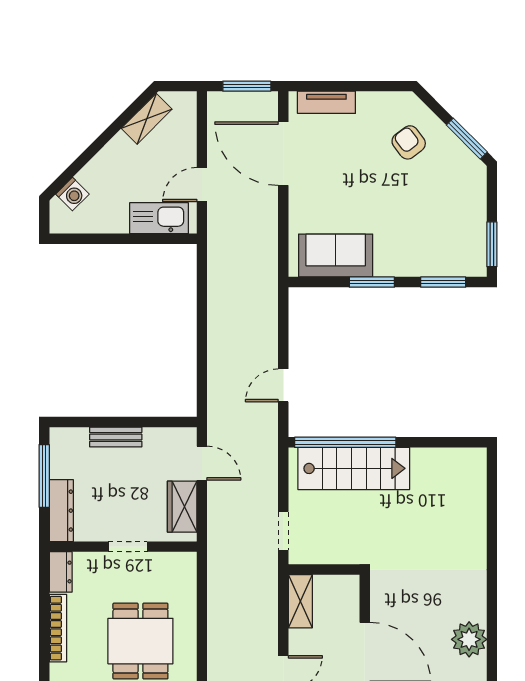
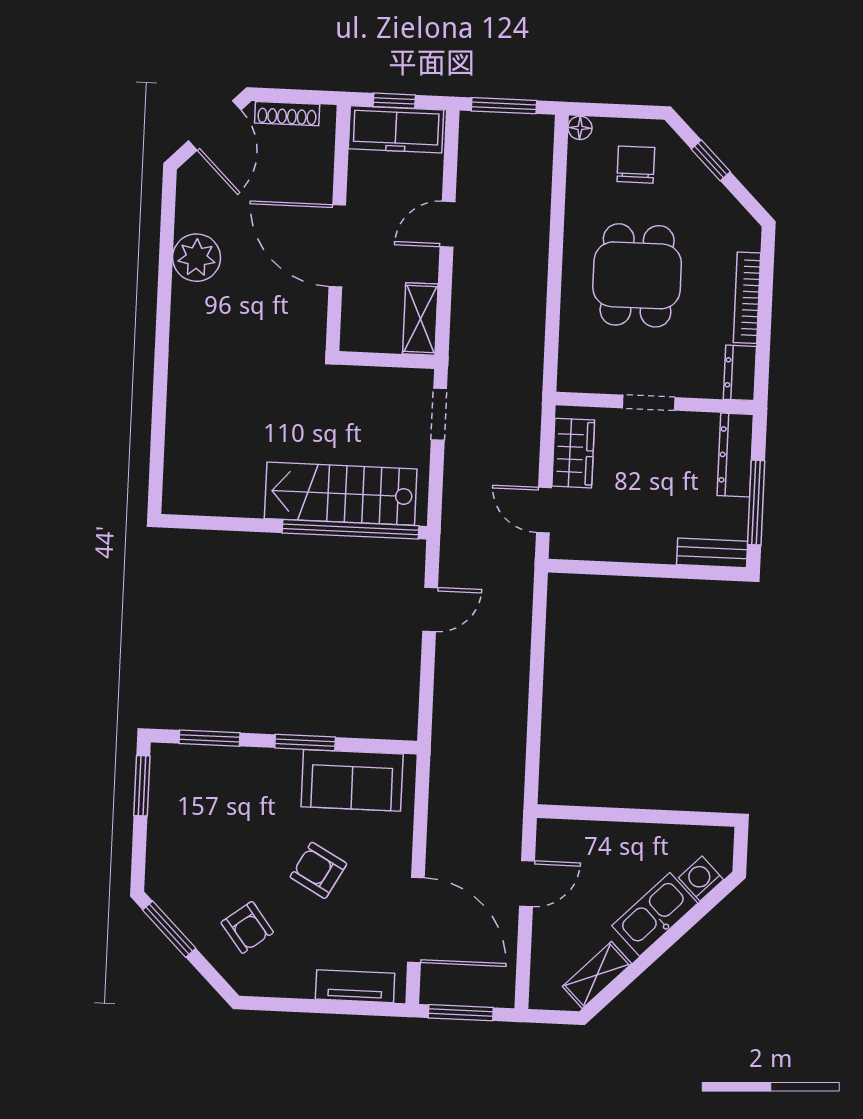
armchair: (358, 187) -> (318, 870), added
kitchen sink: (159, 218) -> (655, 914), moved, turned 135
bench: (116, 437) -> (712, 553), moved

